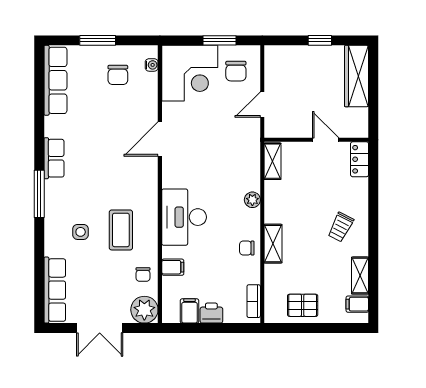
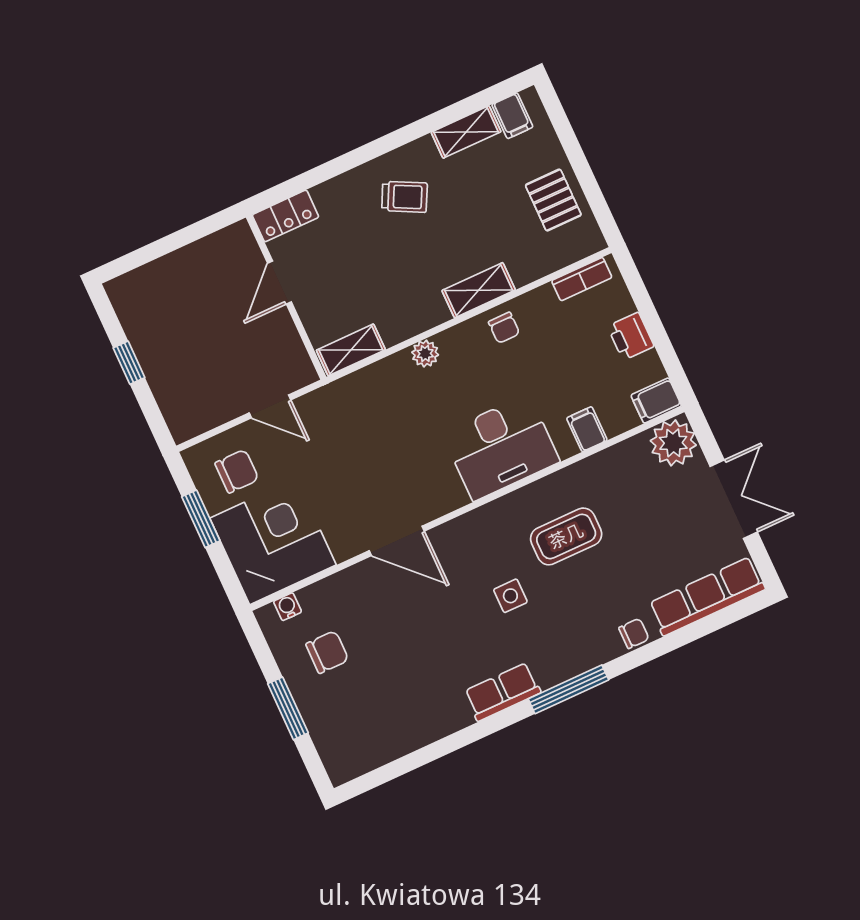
wardrobe: (356, 76) -> (158, 280), removed
row of seats: (55, 80) -> (380, 745), removed
side table: (81, 232) -> (510, 596), moved
chair: (143, 274) -> (634, 633), moved
filing cabinet: (189, 311) -> (656, 401), moved

